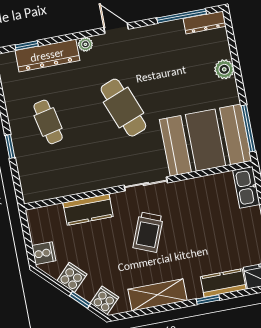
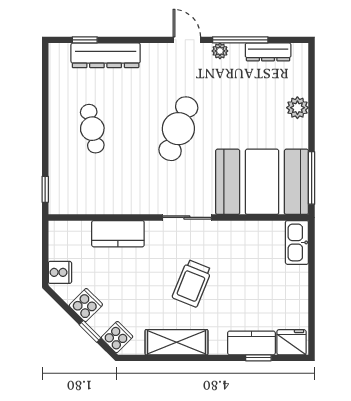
window: (182, 16) -> (240, 40), moved
dresser: (205, 22) -> (268, 52), moved
plant: (85, 44) -> (220, 51), moved
cafe table: (123, 108) -> (178, 129), turned 42
window: (10, 146) -> (45, 189), moved
trolley: (148, 232) -> (192, 283), moved
window: (208, 299) -> (258, 358), moved

